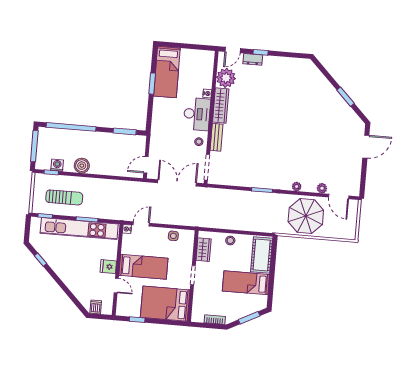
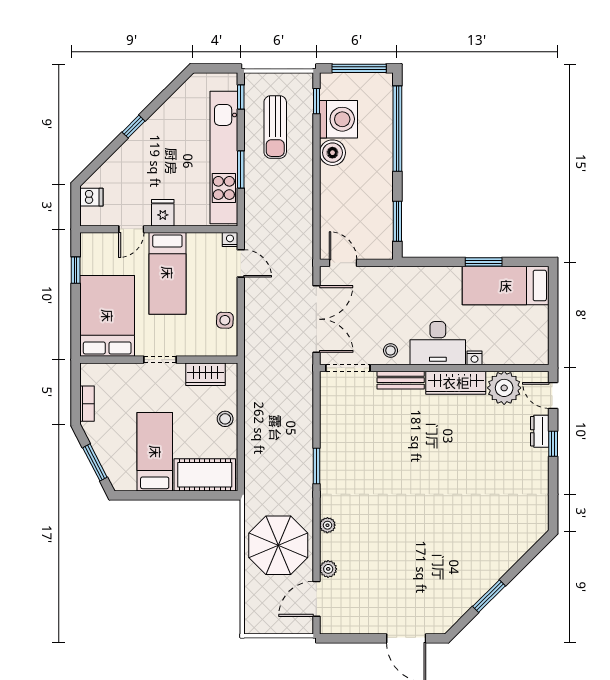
washing machine: (57, 165) -> (338, 119), width x1.89, depth x1.89
window: (41, 260) -> (134, 127), moved

